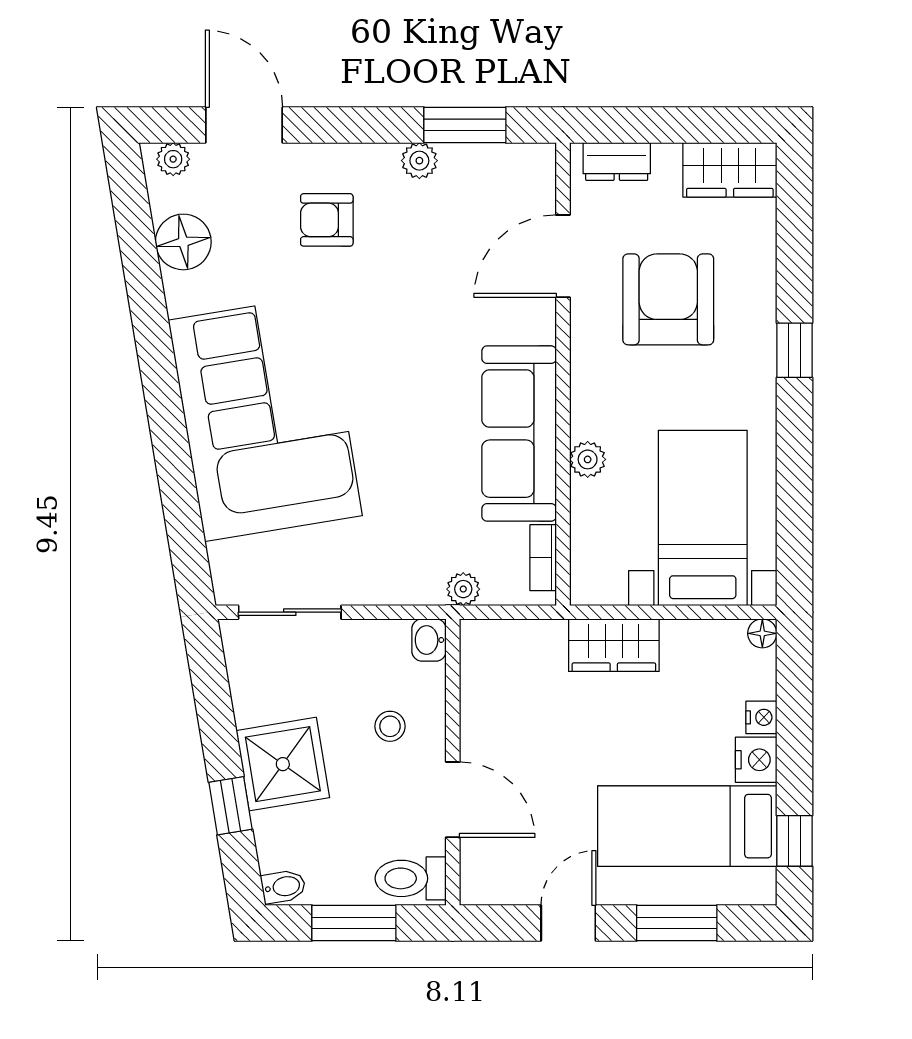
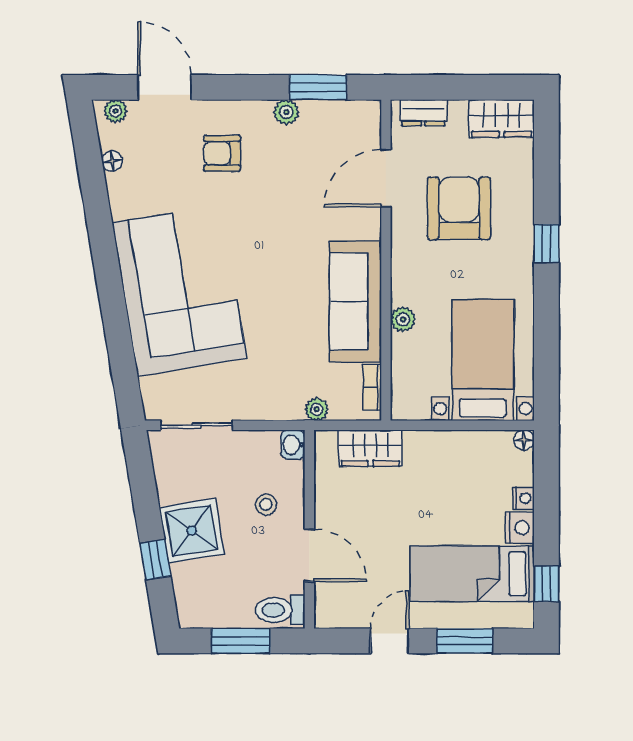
floor lamp: (183, 242) -> (112, 161), width x0.53, depth x0.53
wardrobe: (614, 645) -> (370, 448), moved
bidet: (283, 887) -> (192, 616), removed

